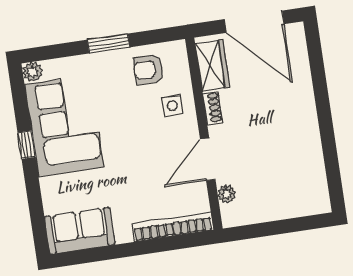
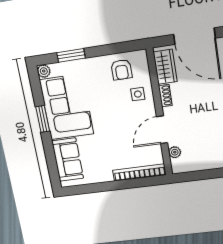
window: (108, 43) -> (71, 55), moved
armchair: (149, 70) -> (121, 70), turned -90
window: (26, 145) -> (43, 119), width x1.50
sofa: (80, 231) -> (68, 160), moved, turned 90

